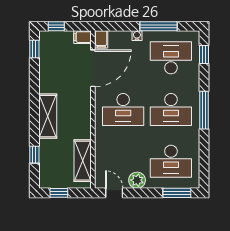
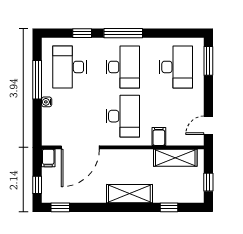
filing cabinet: (101, 39) -> (159, 136), moved, turned -90
window: (204, 54) -> (82, 33), moved
door: (93, 68) -> (80, 147), swing flipped
plant: (137, 180) -> (195, 102), removed

